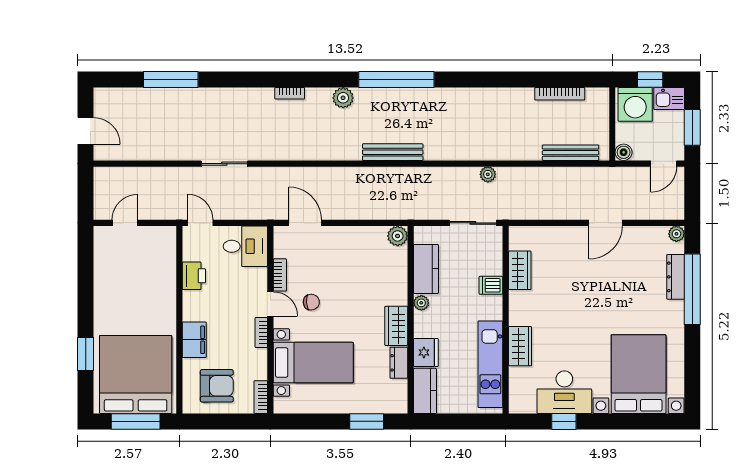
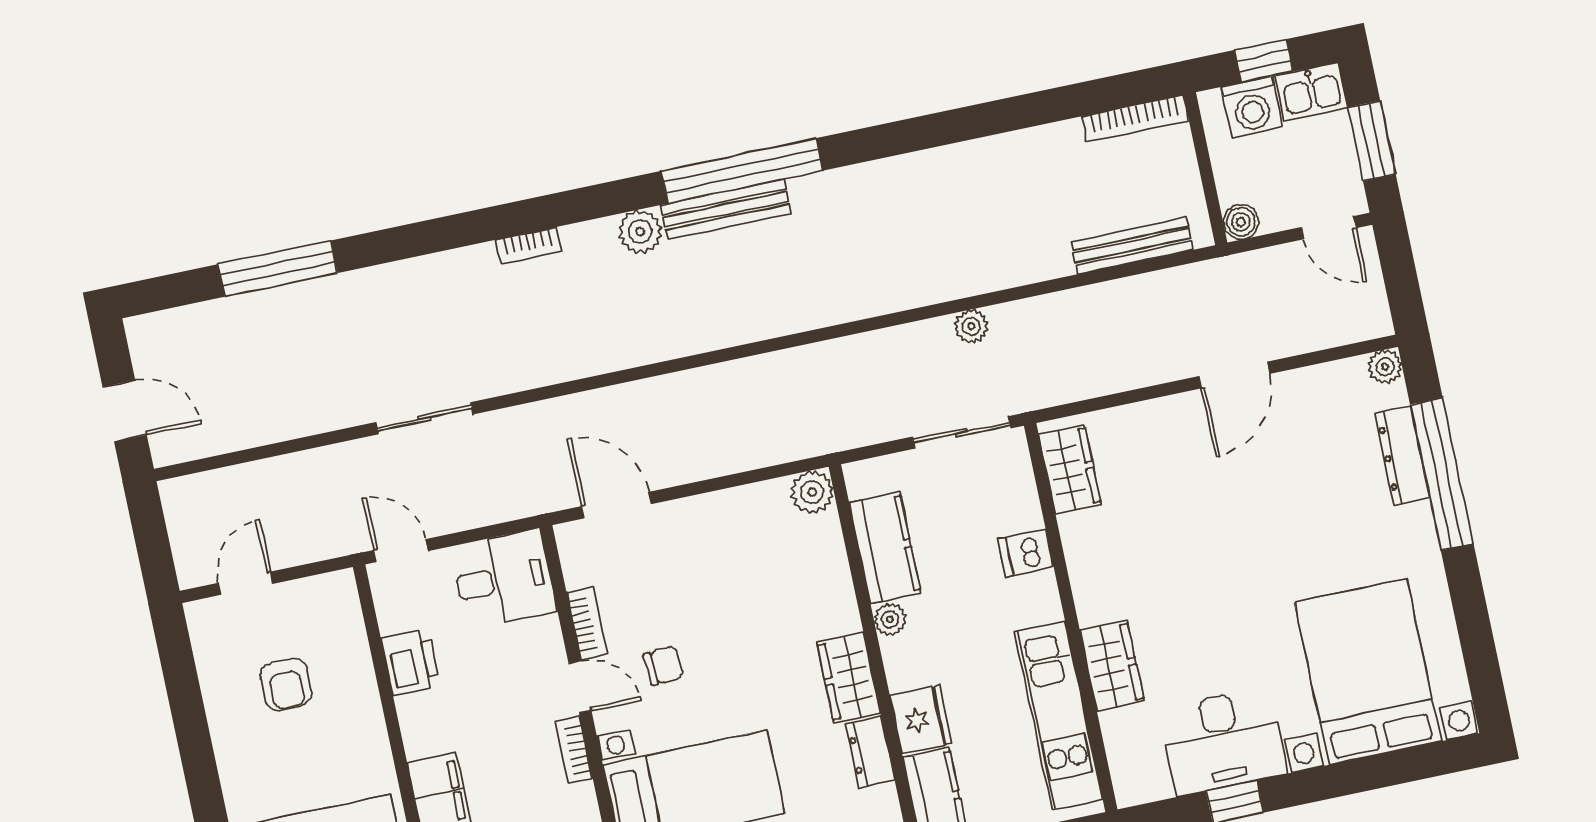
bookcase: (560, 94) -> (1135, 119), moved
washing machine: (635, 104) -> (1252, 107), width x0.73, depth x0.73
bench: (393, 152) -> (726, 209), moved
door: (664, 164) -> (1328, 228), hinge flipped
wardrobe: (520, 270) -> (1070, 469), moved
armchair: (134, 274) -> (286, 684), added

